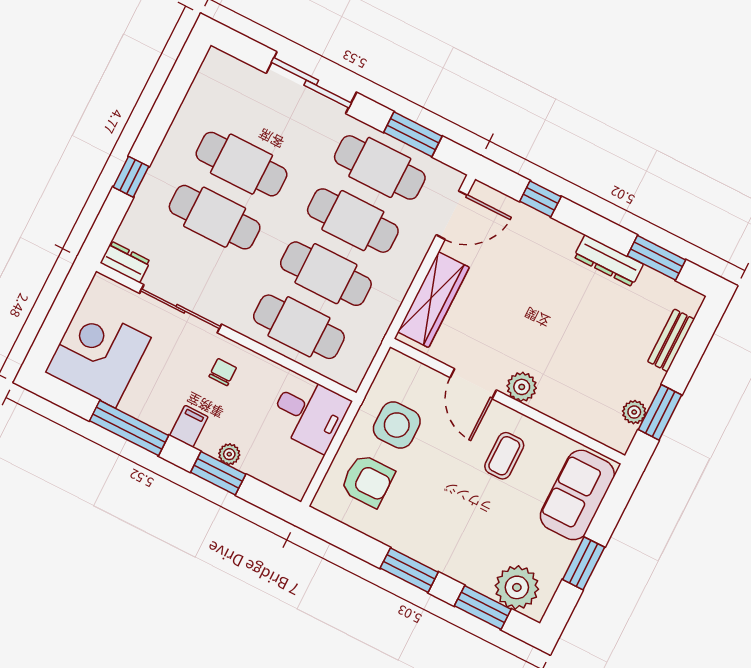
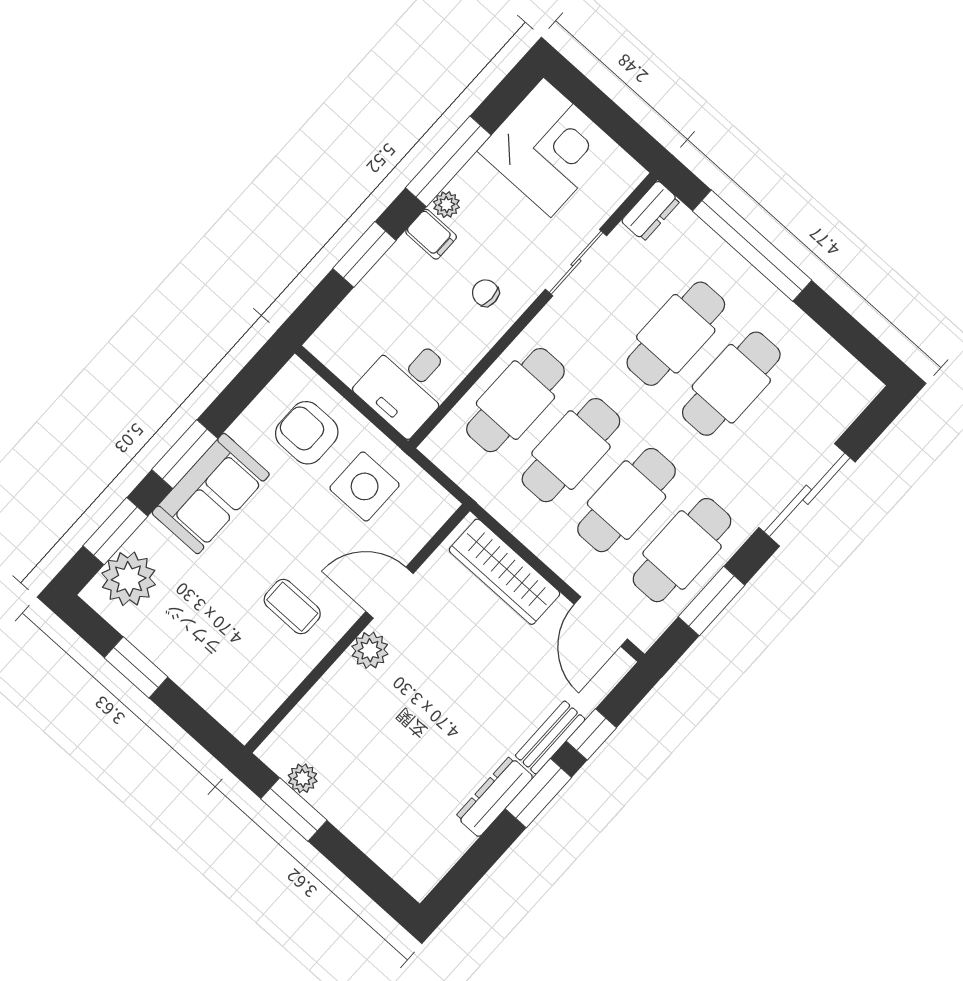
window: (131, 177) -> (752, 246), width x3.17
window: (657, 258) -> (538, 793), moved
sliding door: (181, 309) -> (576, 263), width x0.73
bench: (671, 340) -> (550, 737), moved, turned 90
chair: (223, 372) -> (486, 293), turned 180
plant: (229, 454) -> (447, 205), moved
armchair: (367, 481) -> (307, 433), turned 90
sofa: (577, 495) -> (211, 494), moved, turned 90

